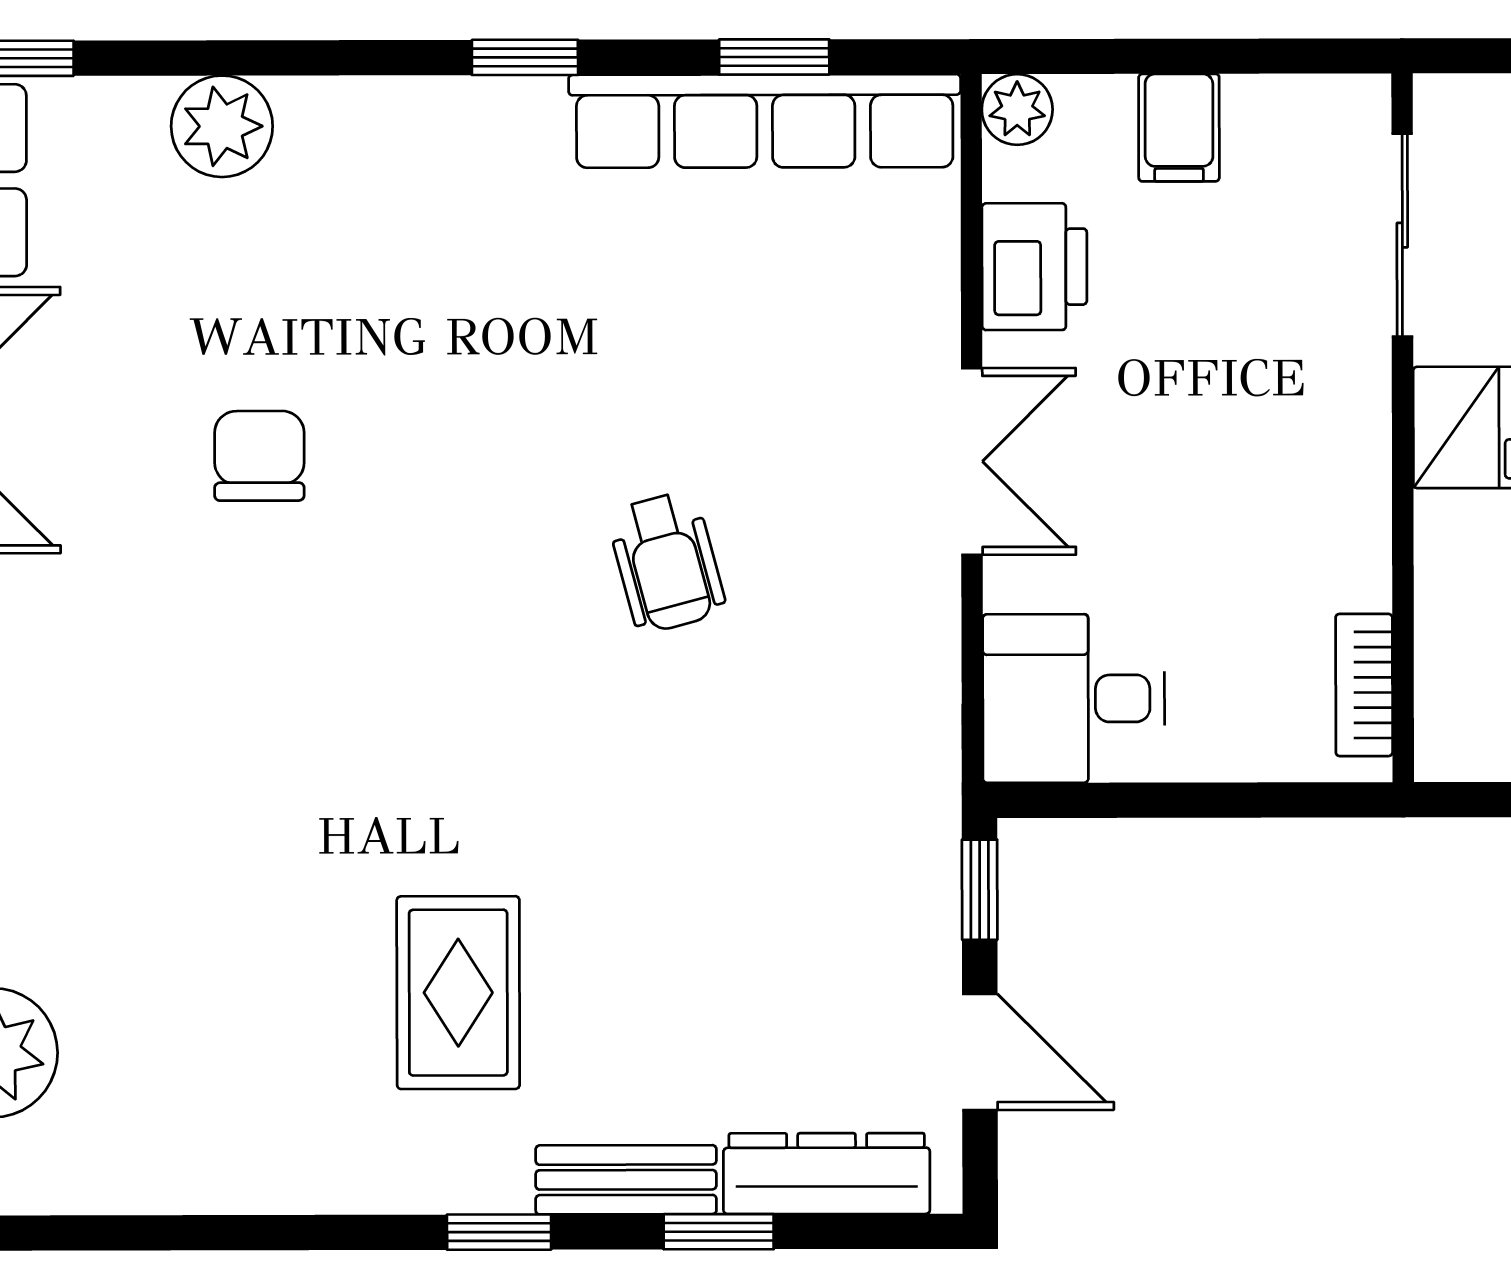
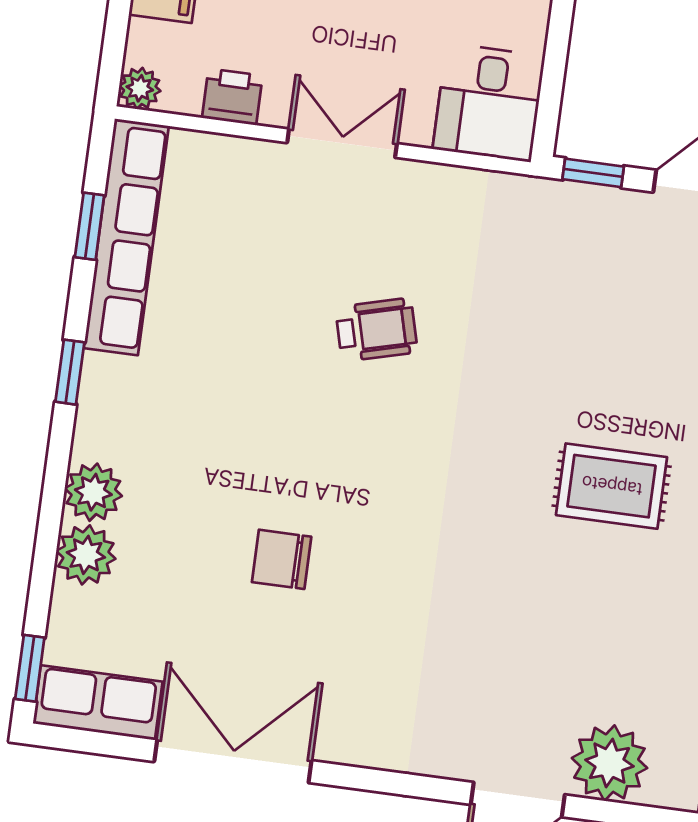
plant: (329, 124) -> (93, 492), added
printer: (1034, 267) -> (232, 97), width x0.73, depth x0.81

